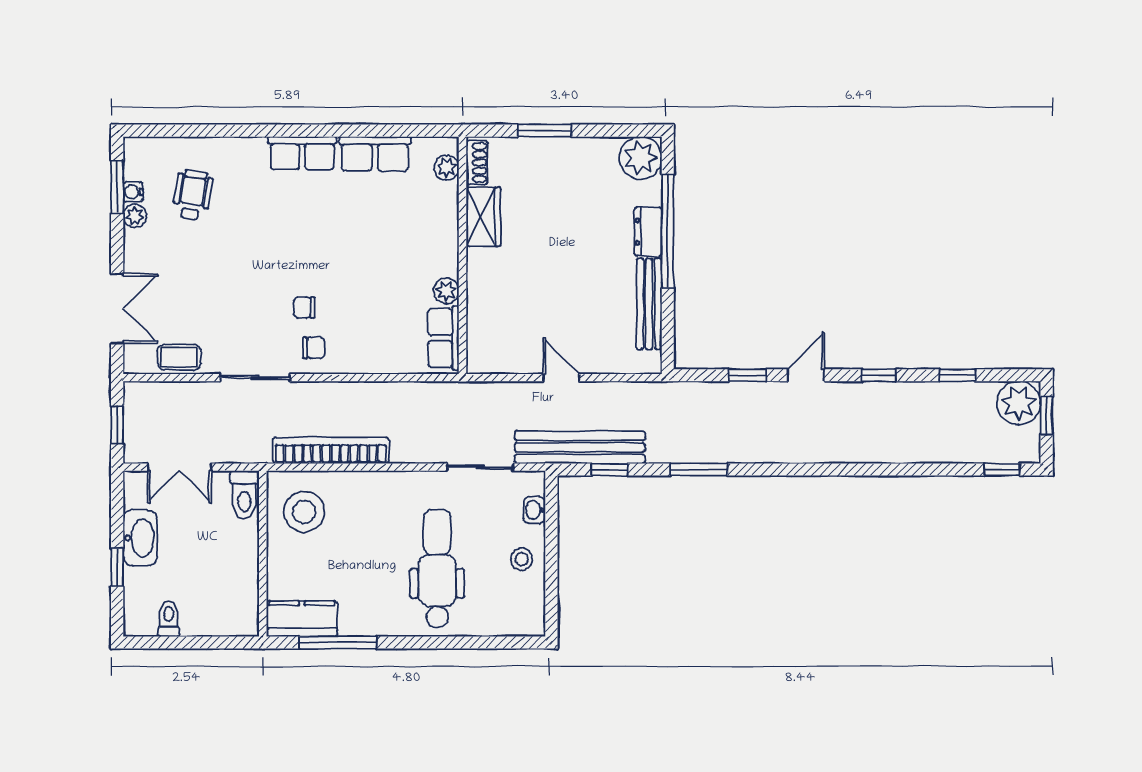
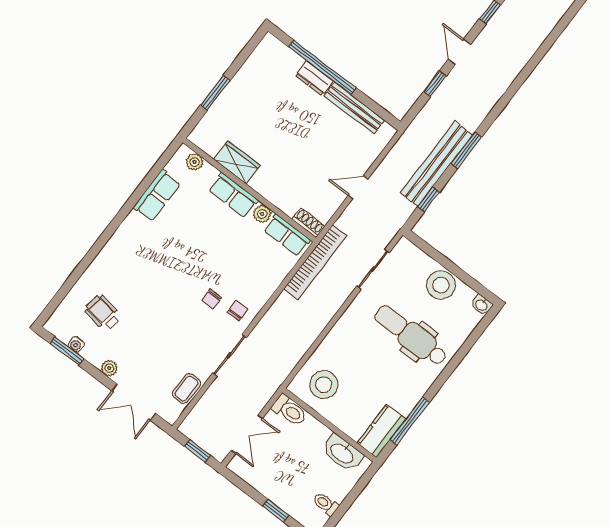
row of seats: (302, 153) -> (233, 195), moved, turned 90
plant: (640, 158) -> (271, 51), removed
shoe rack: (477, 163) -> (308, 223), moved
plant: (135, 216) -> (109, 368), moved
double door: (117, 309) -> (134, 402), swing flipped
bench: (580, 447) -> (437, 164), moved
bookcase: (331, 450) -> (315, 262), moved, turned 180
washbasin: (534, 510) -> (481, 305), moved
washbasin: (140, 538) -> (342, 453), moved, turned 180
stool: (522, 559) -> (441, 285), width x1.89, depth x1.89

